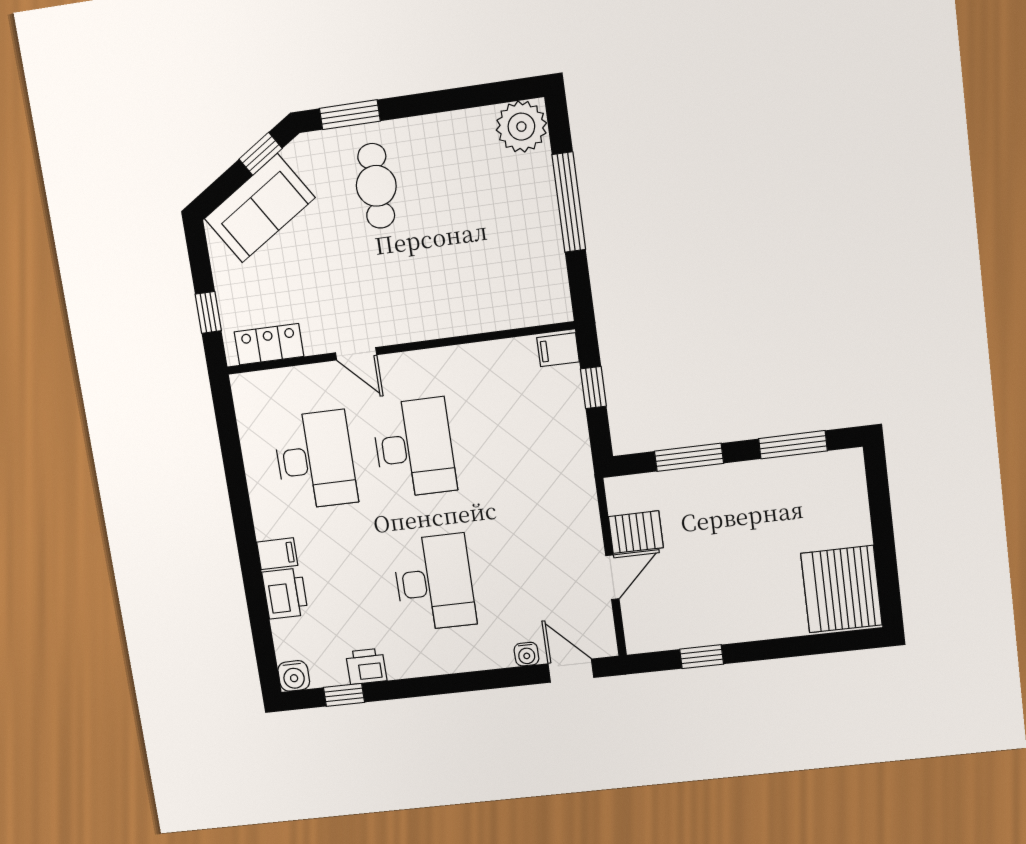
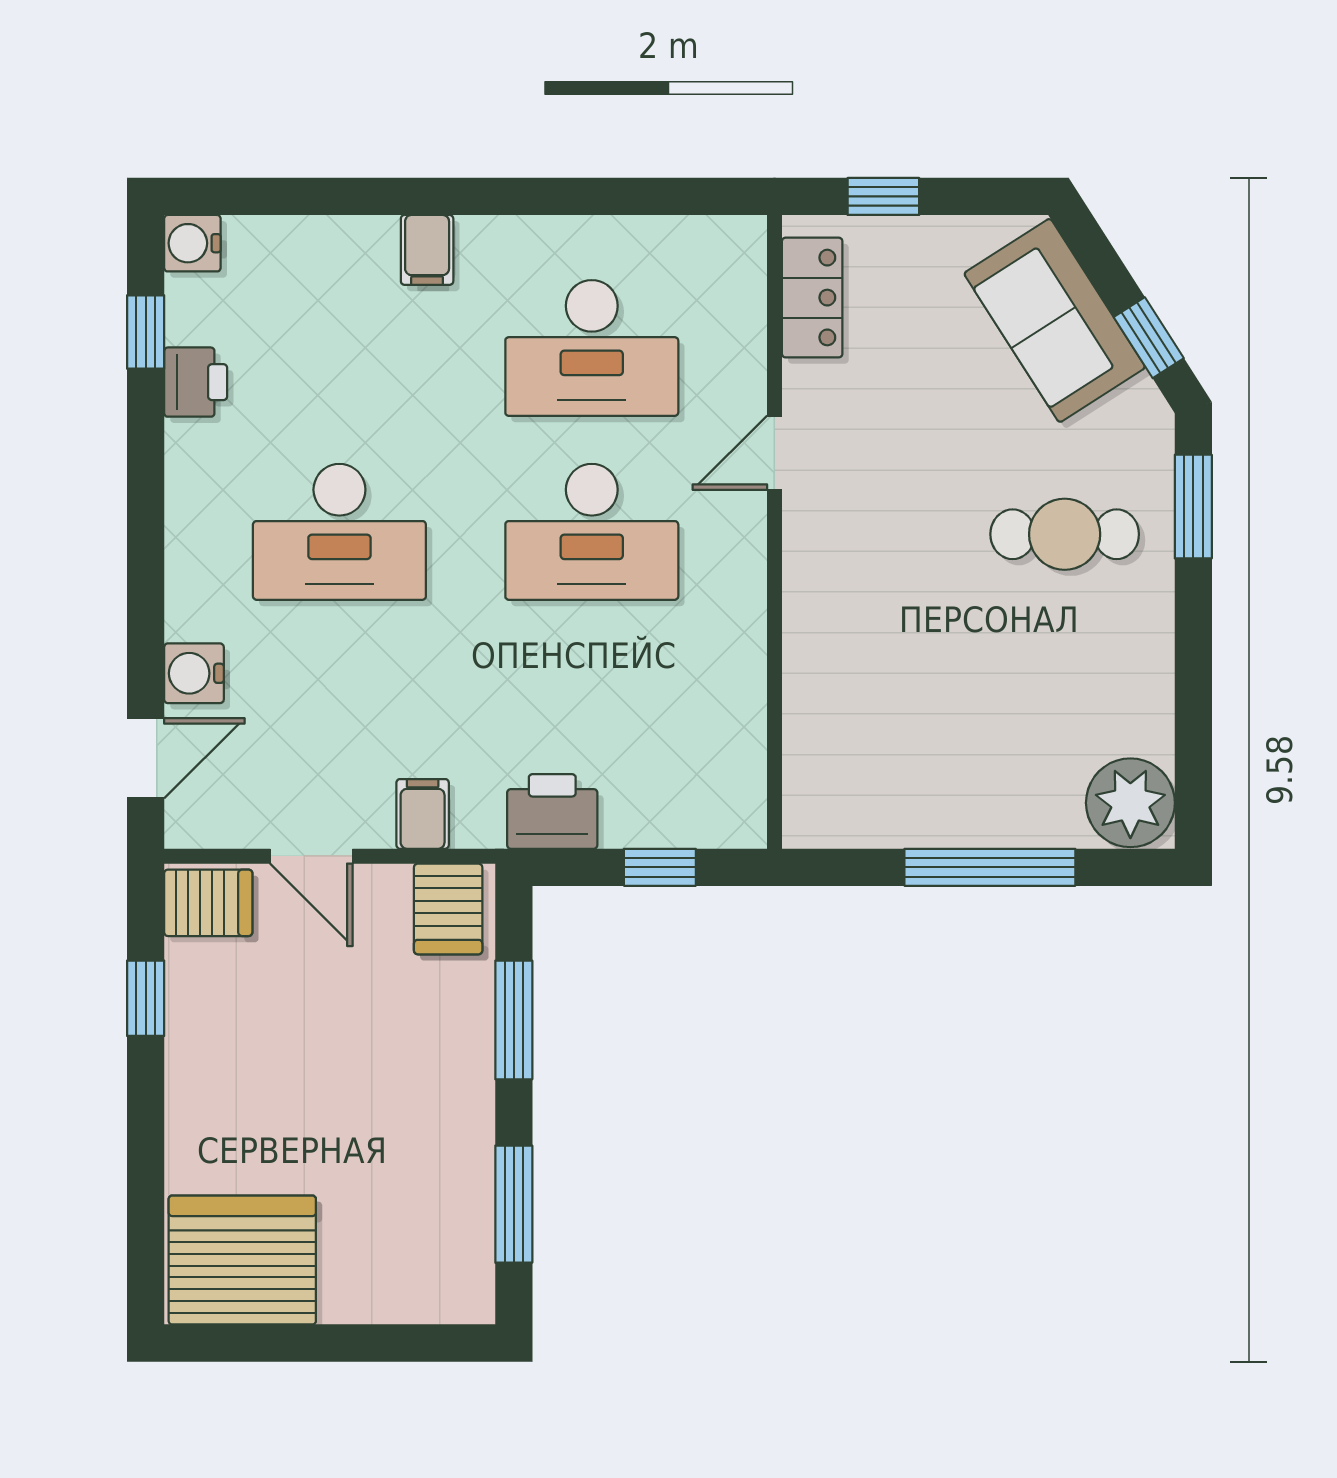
filing cabinet: (558, 350) -> (423, 814), moved
server rack: (636, 532) -> (448, 909), moved
printer: (285, 593) -> (552, 811), moved, turned 180
server rack: (645, 629) -> (208, 903), added
water cooler: (526, 654) -> (194, 673), width x1.38, depth x1.38

